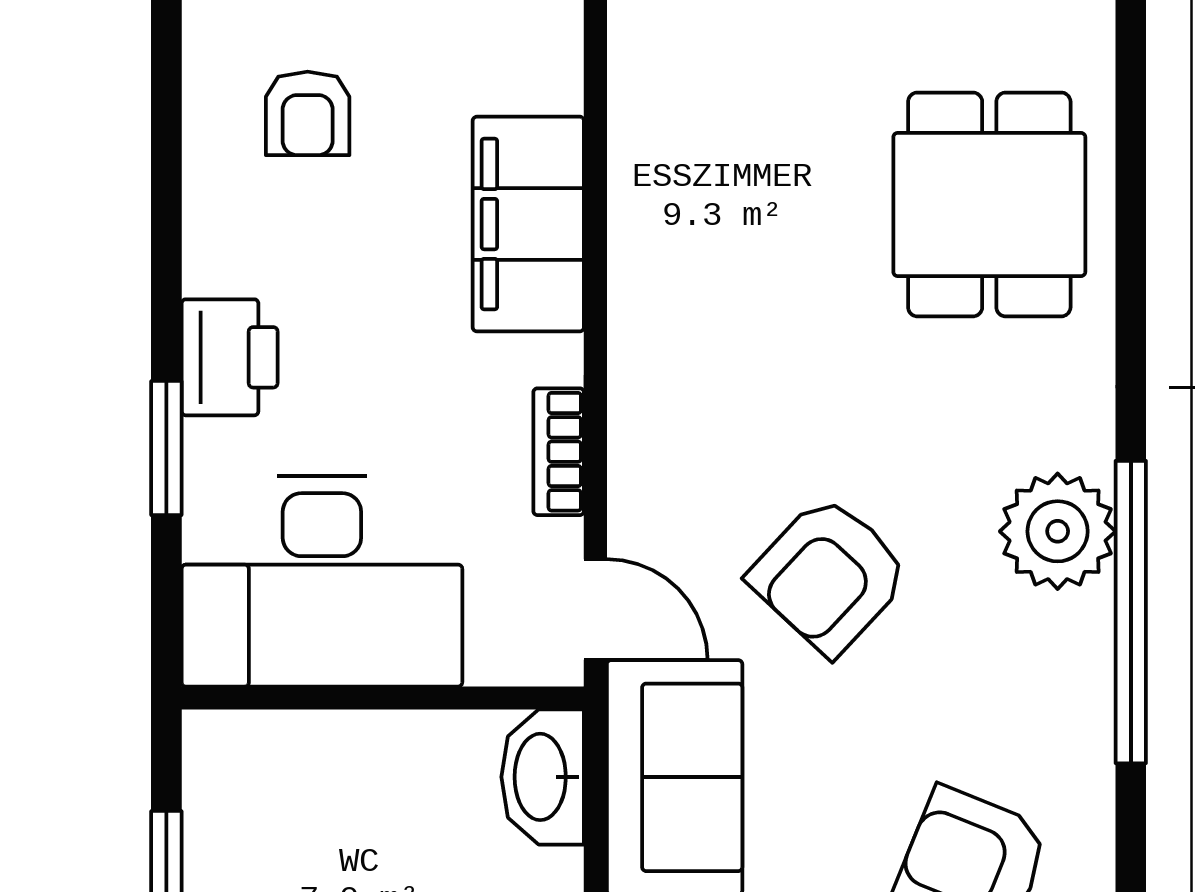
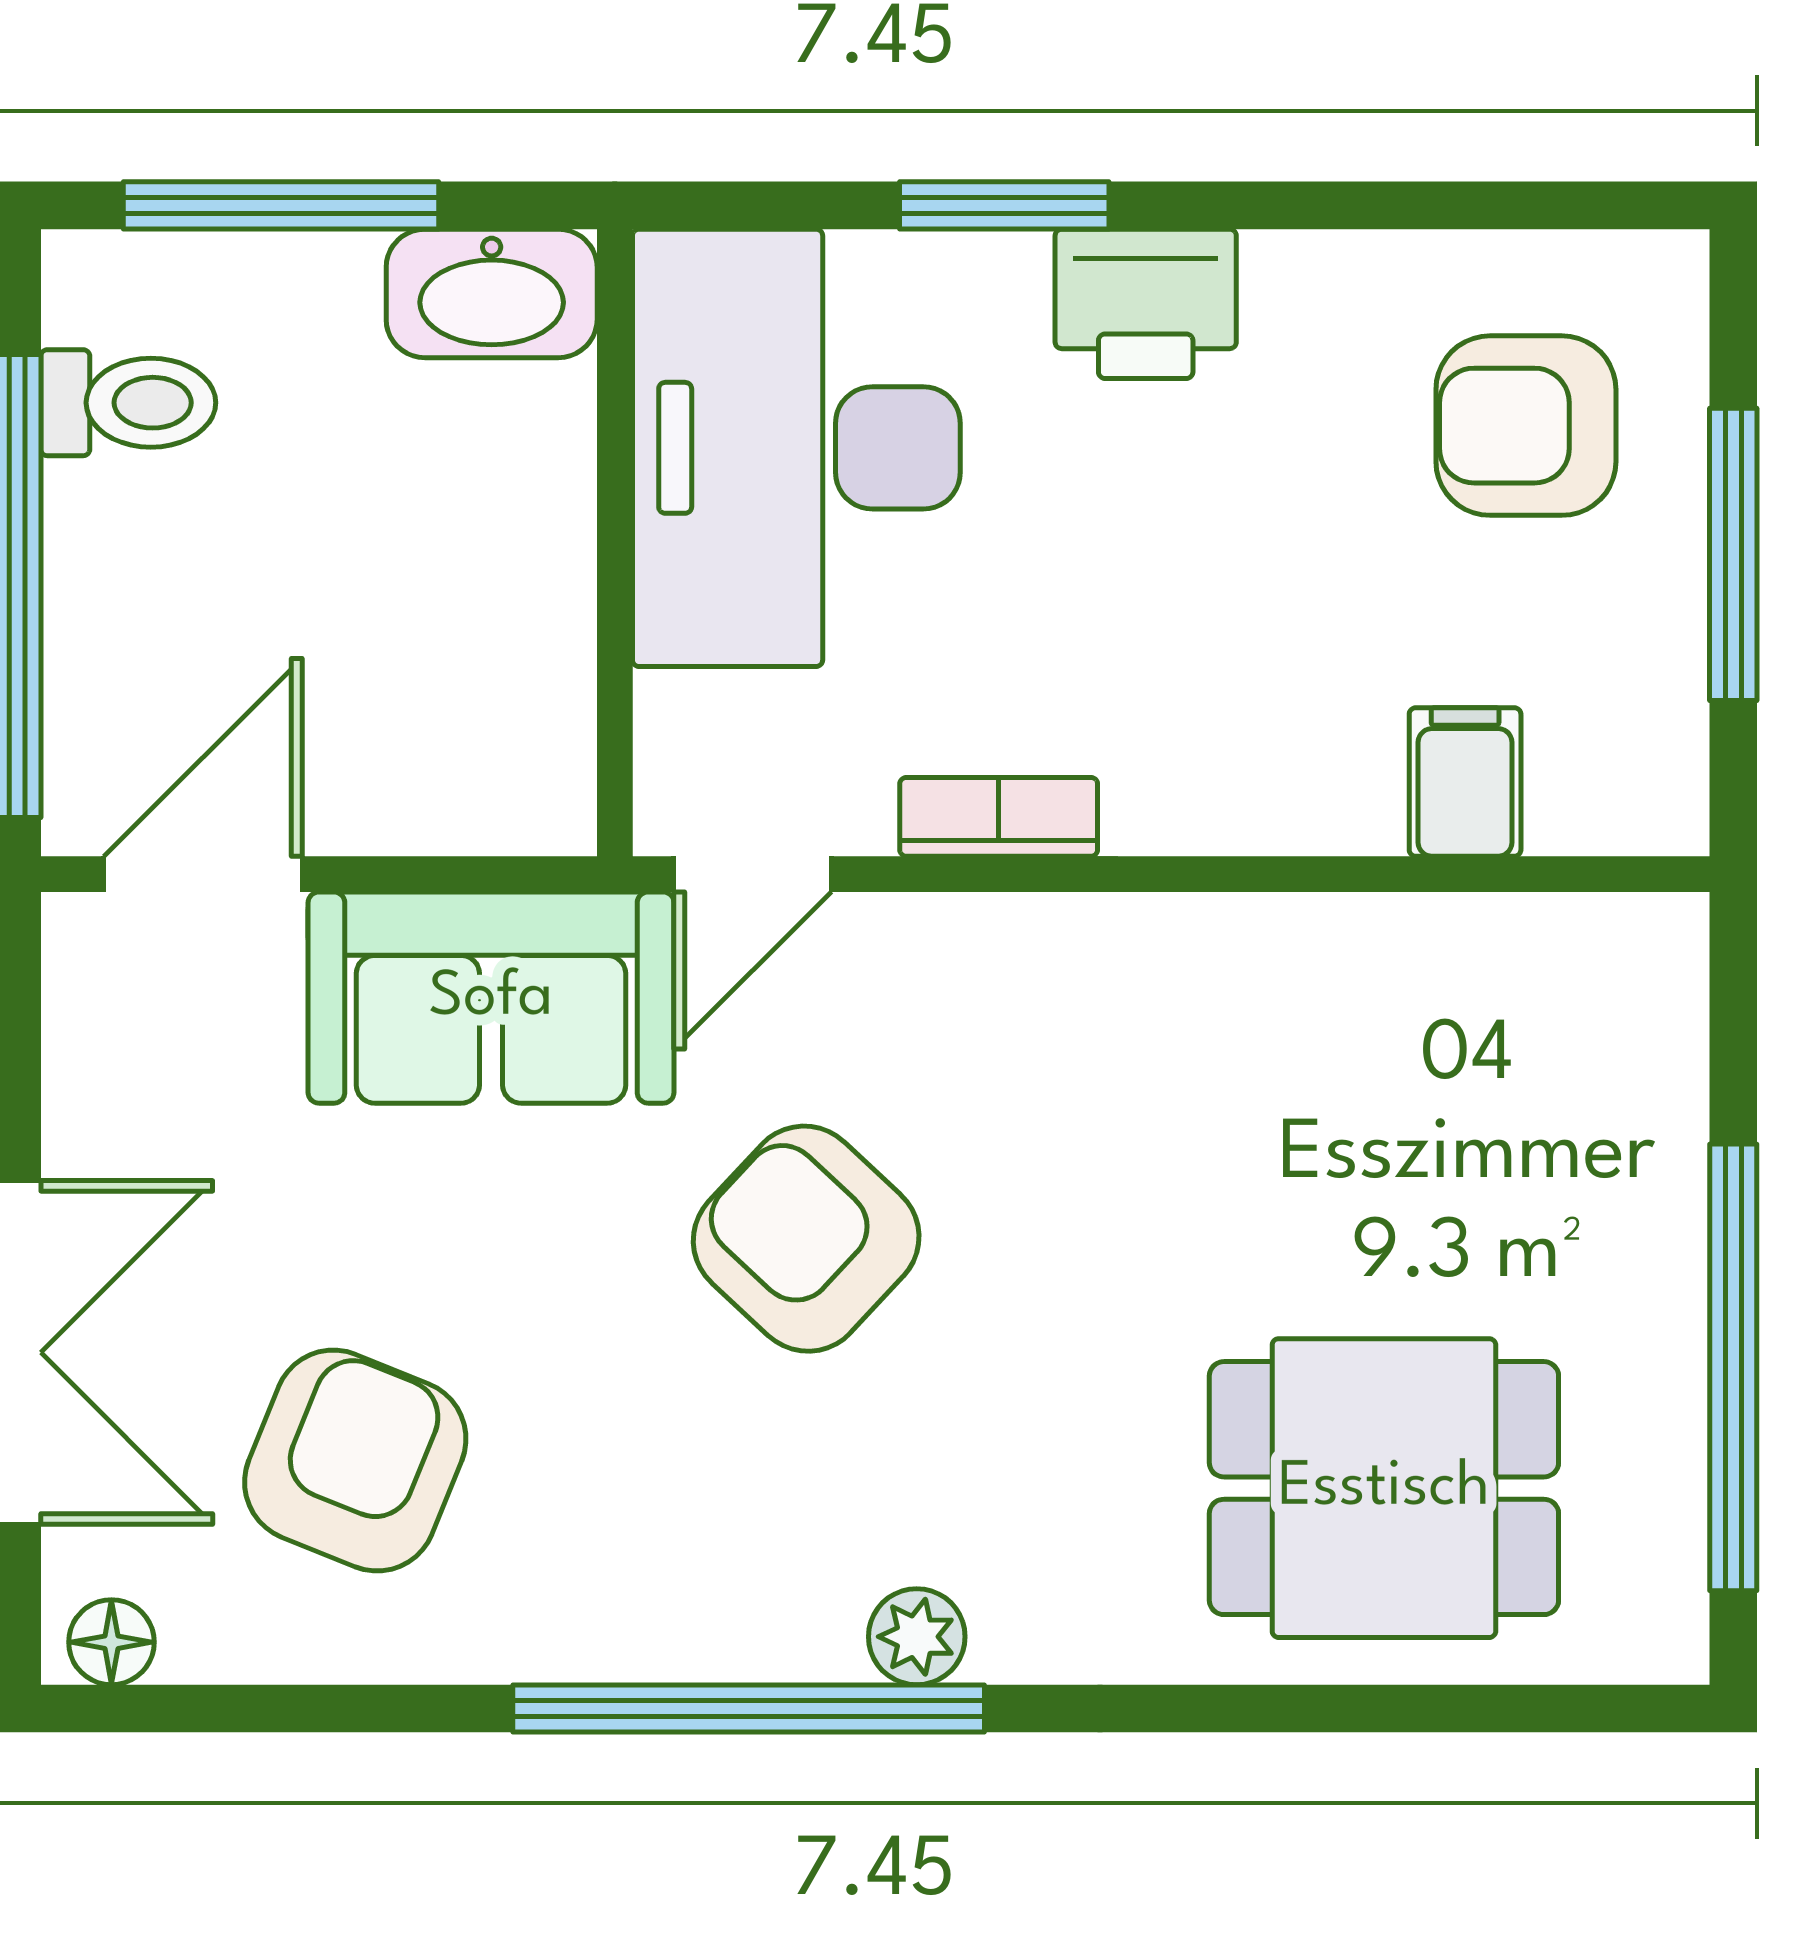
armchair: (308, 113) -> (1526, 426), width x1.38, depth x1.38
filing cabinet: (528, 224) -> (1465, 782), width x0.33, depth x0.86
plant: (1058, 531) -> (917, 1637), width x0.53, depth x0.53
washbasin: (543, 777) -> (492, 293), moved, turned 180

